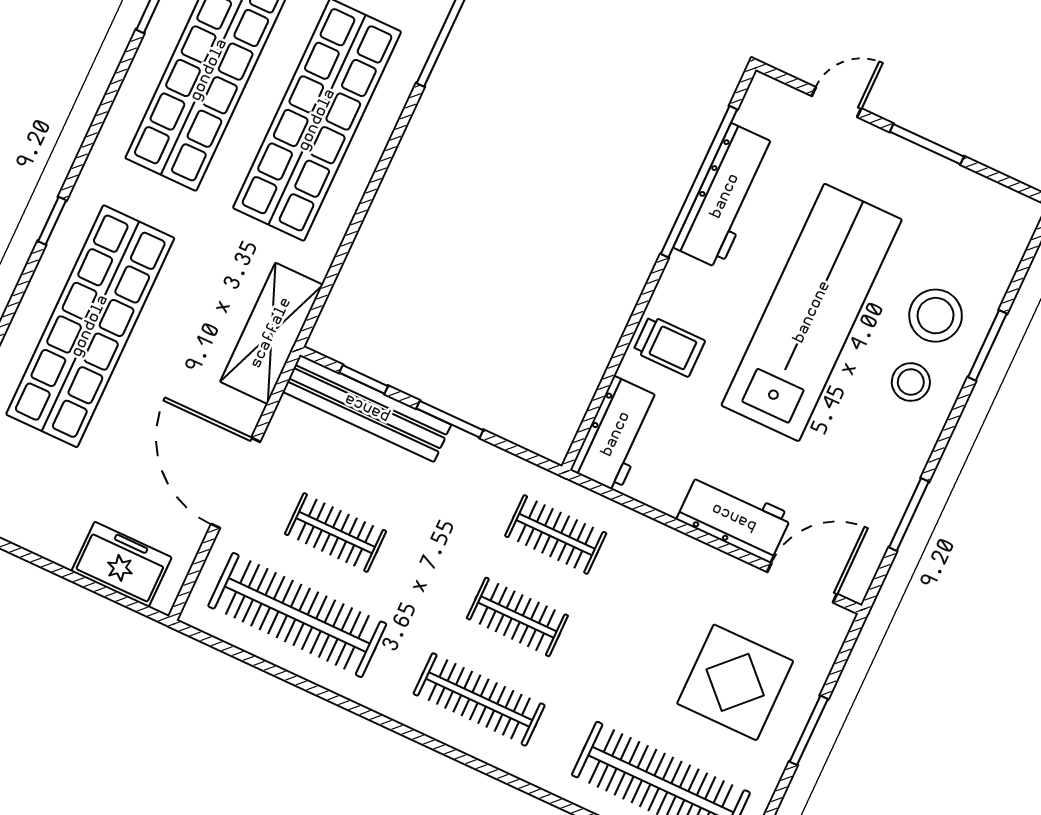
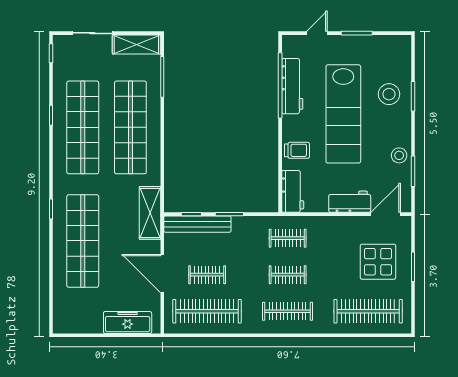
lab bench: (812, 312) -> (343, 114), turned 180
stool: (911, 382) -> (399, 155), moved
freezer: (122, 564) -> (128, 323), width x1.40

